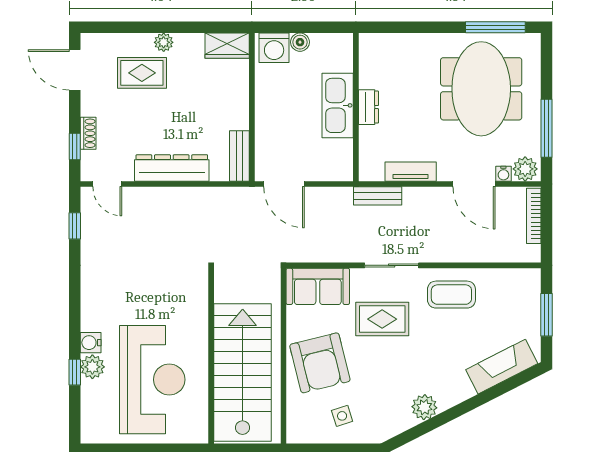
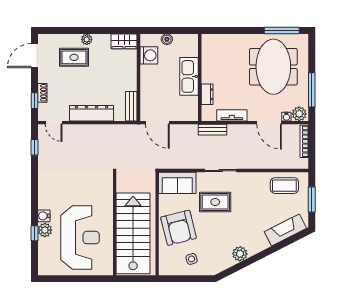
washing machine: (274, 48) -> (149, 55), moved, turned -90
door: (75, 70) -> (34, 56), hinge flipped
dresser: (368, 107) -> (207, 94), moved
coffee table: (451, 295) -> (284, 186), moved

